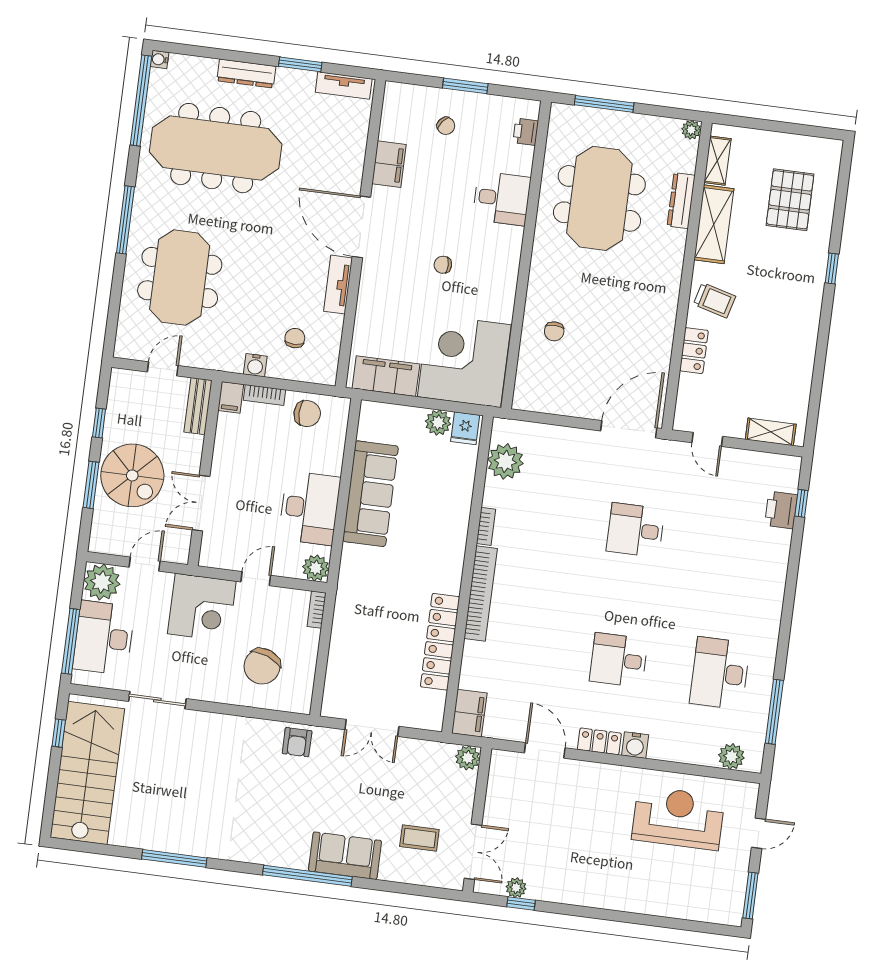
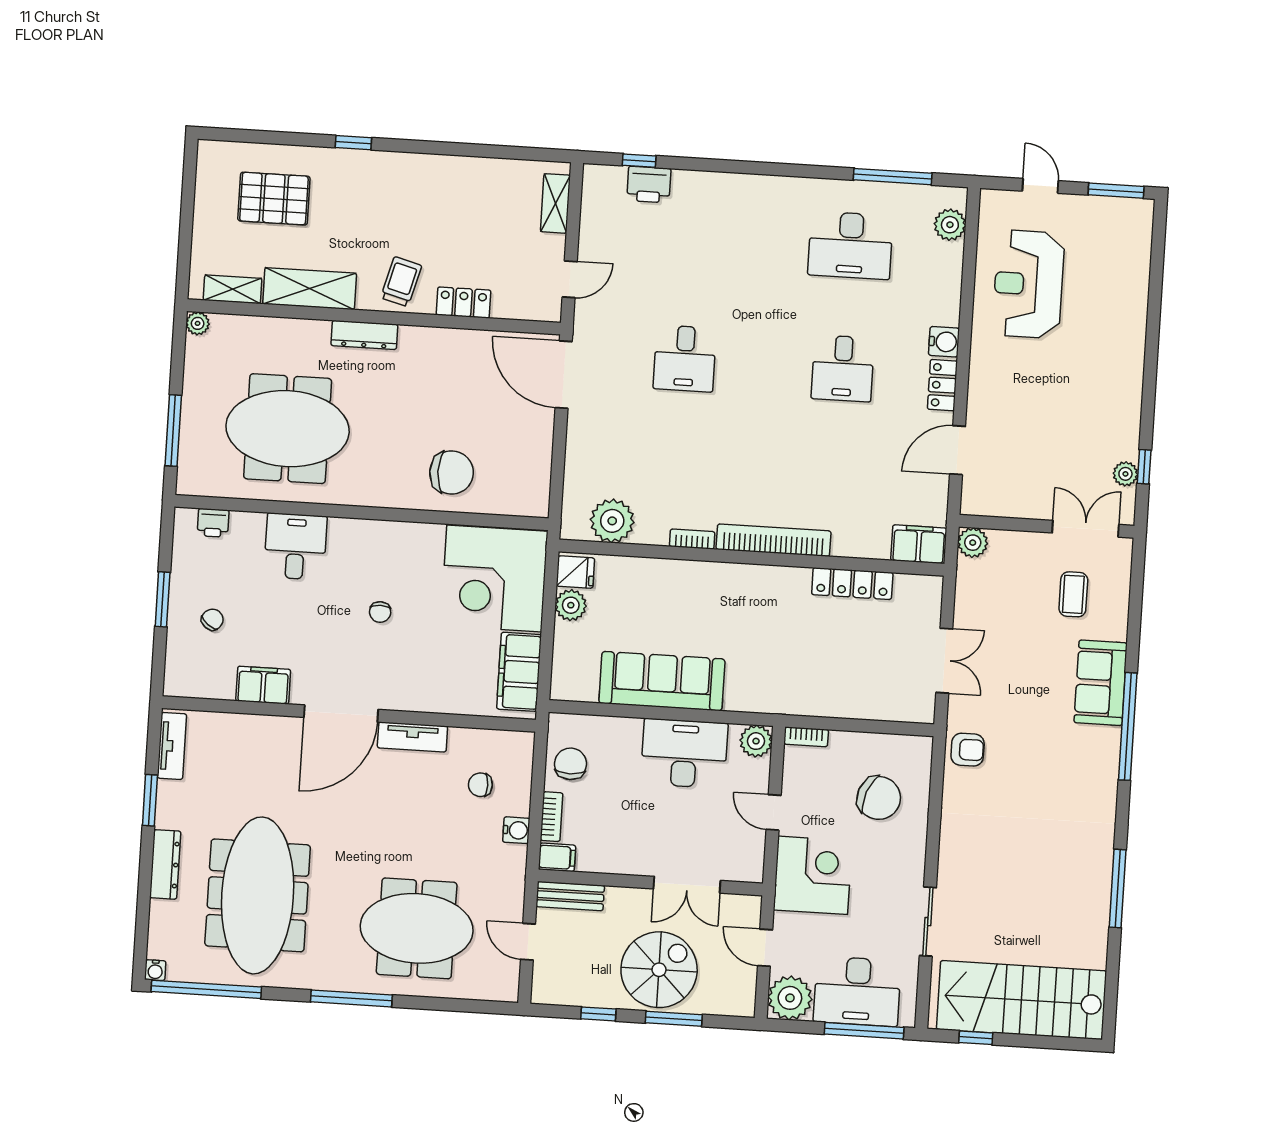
dresser: (681, 201) -> (364, 335), moved
chair: (554, 331) -> (452, 473), width x1.87, depth x1.87
locker: (440, 642) -> (852, 584), width x0.71, depth x0.83

